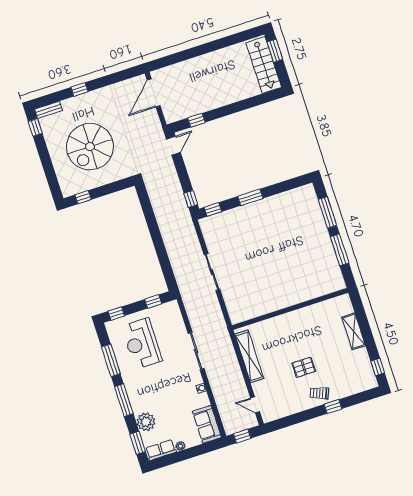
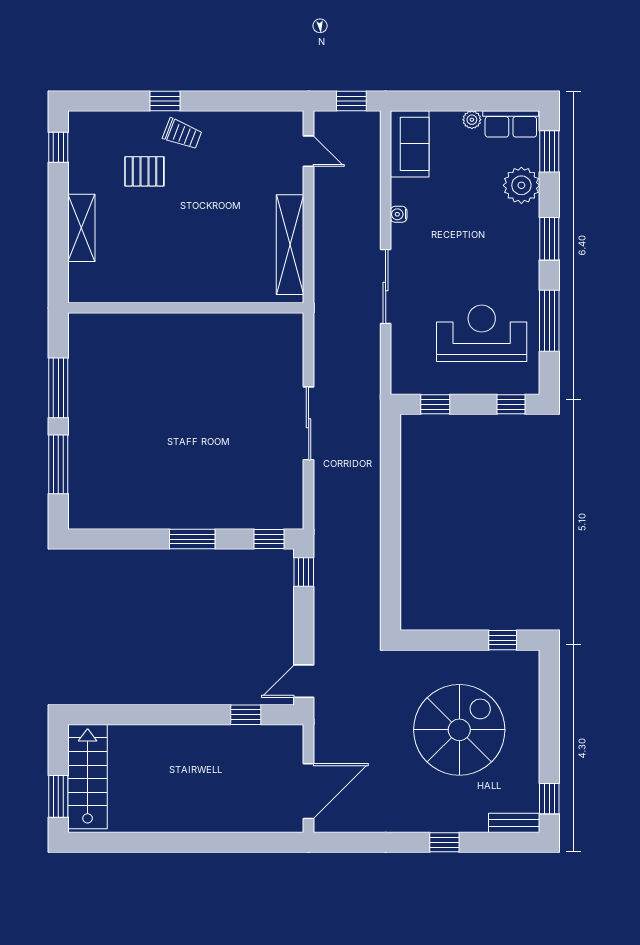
reception desk: (142, 343) -> (482, 333), turned -90
pallet: (304, 367) -> (144, 171), moved
window: (124, 400) -> (549, 239), width x0.69

